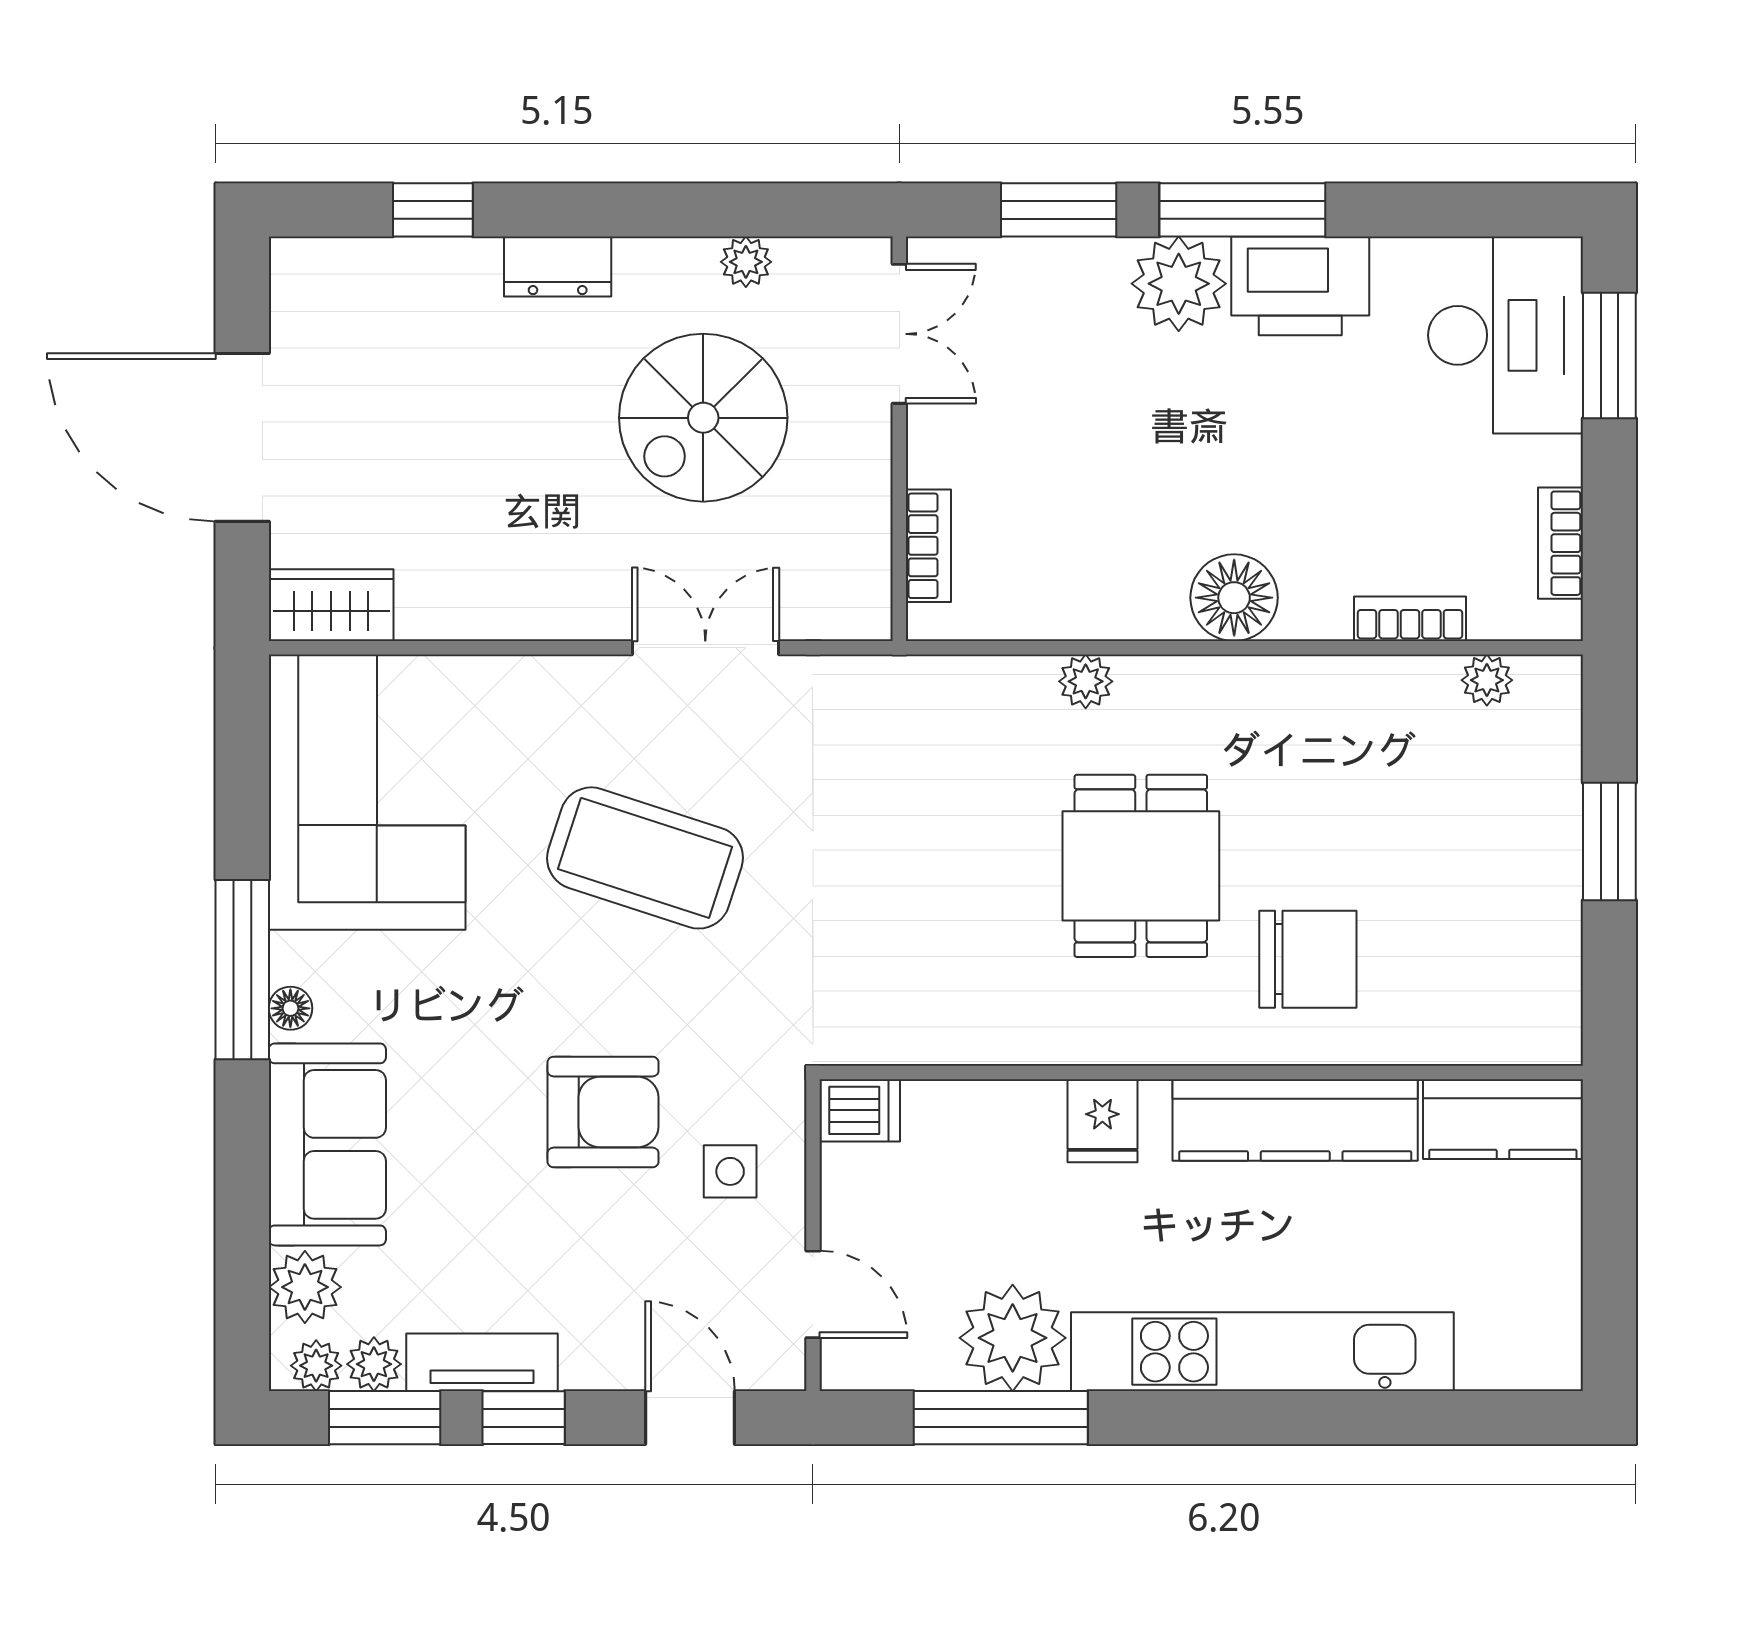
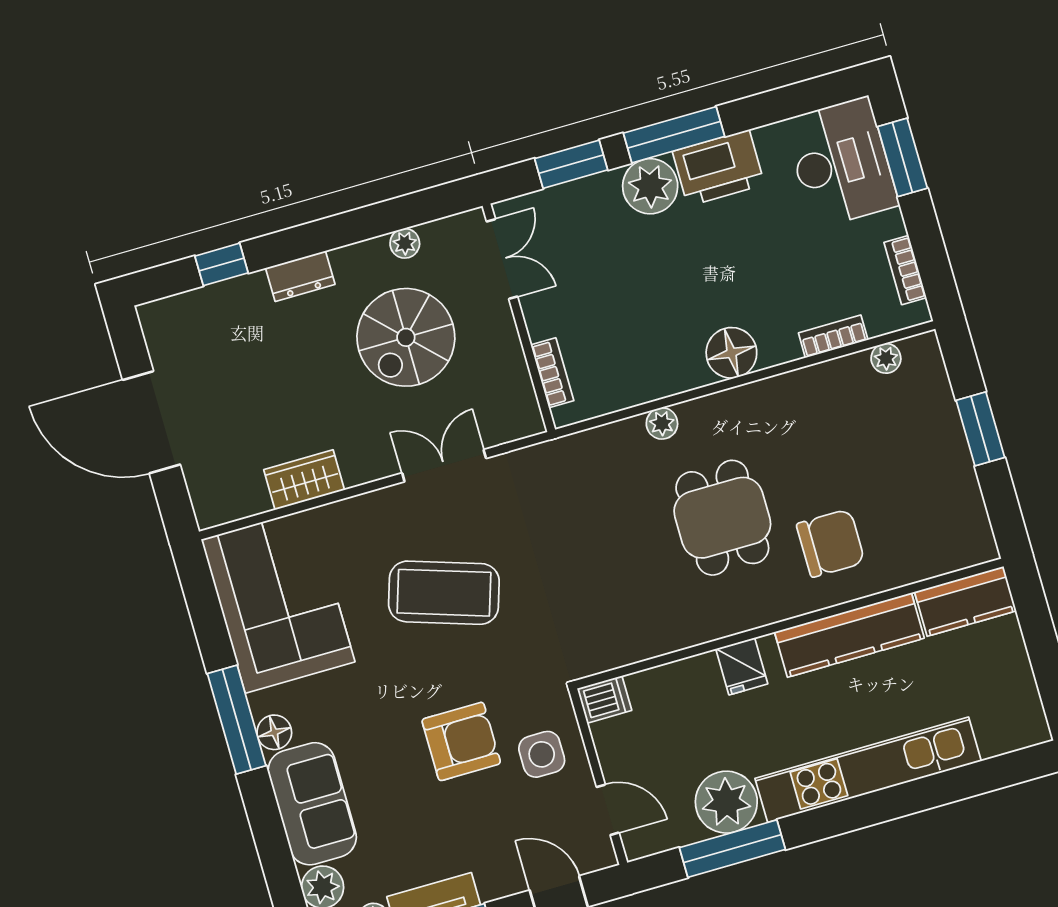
wardrobe: (331, 605) -> (304, 480), moved
floor lamp: (290, 1008) -> (274, 732), width x1.37, depth x1.37
side table: (730, 1171) -> (542, 754), width x1.37, depth x1.37

